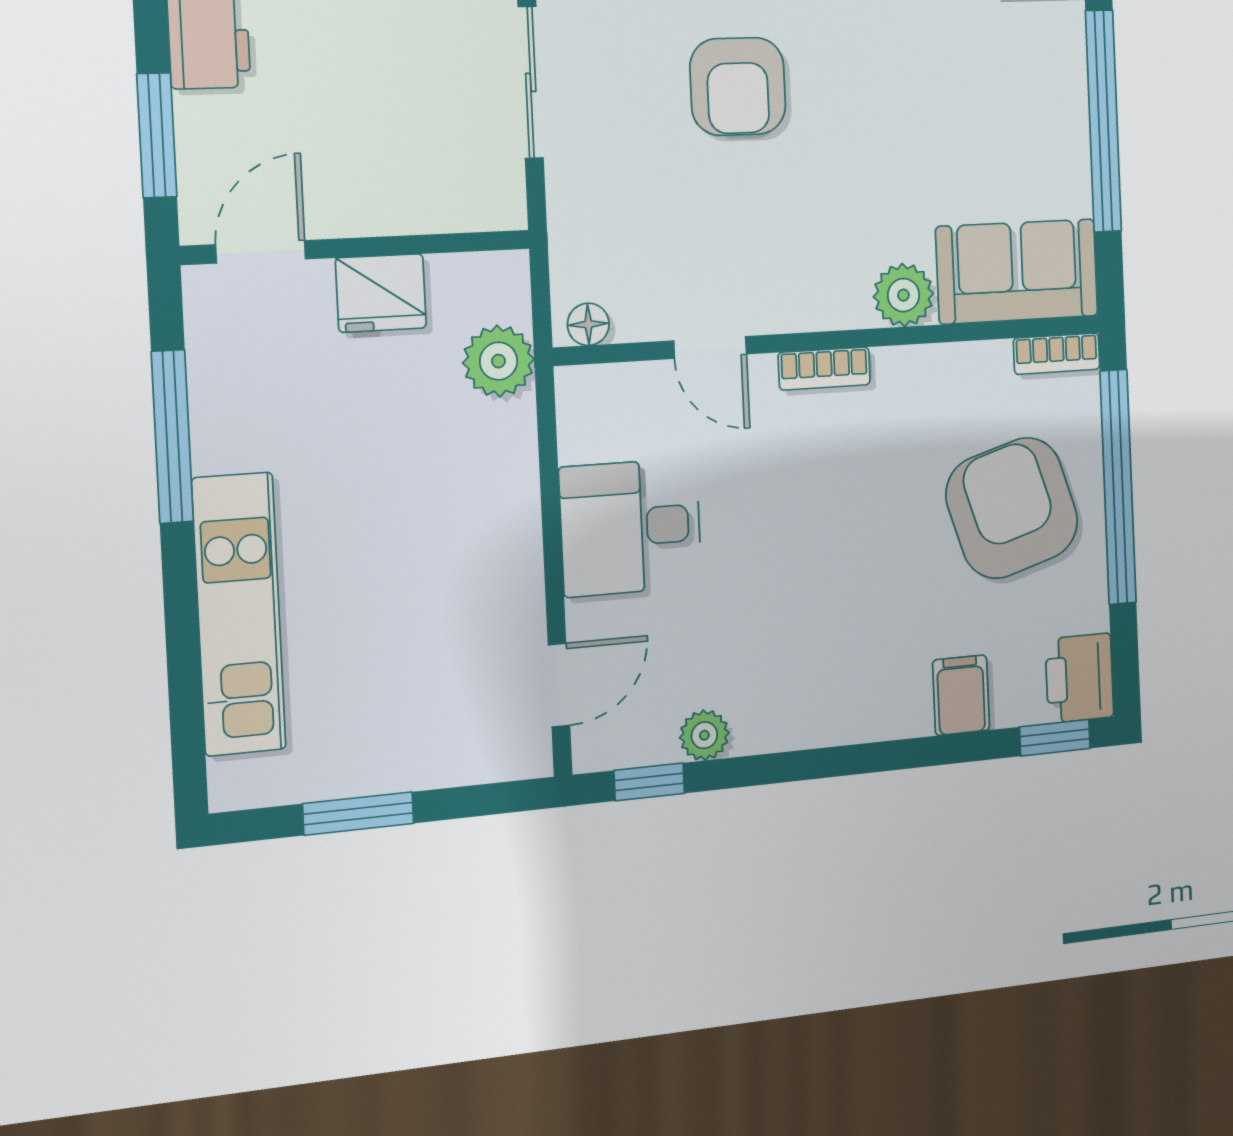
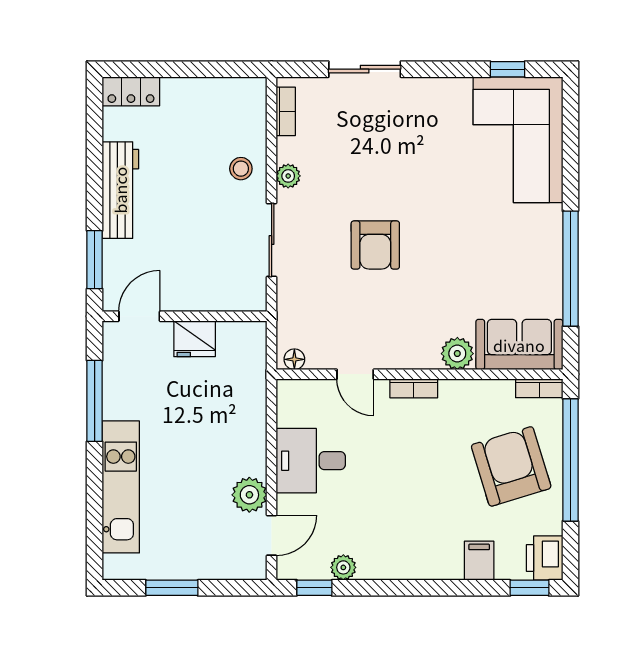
plant: (499, 361) -> (249, 495), moved

